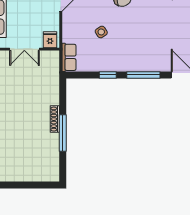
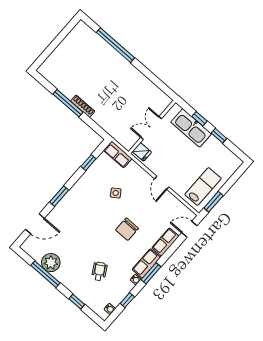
window: (108, 75) -> (88, 163), moved
window: (143, 75) -> (59, 196), width x0.69

